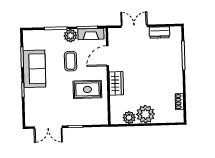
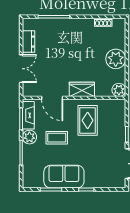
double door: (134, 26) -> (21, 69), swing flipped
plant: (129, 118) -> (119, 90), moved

